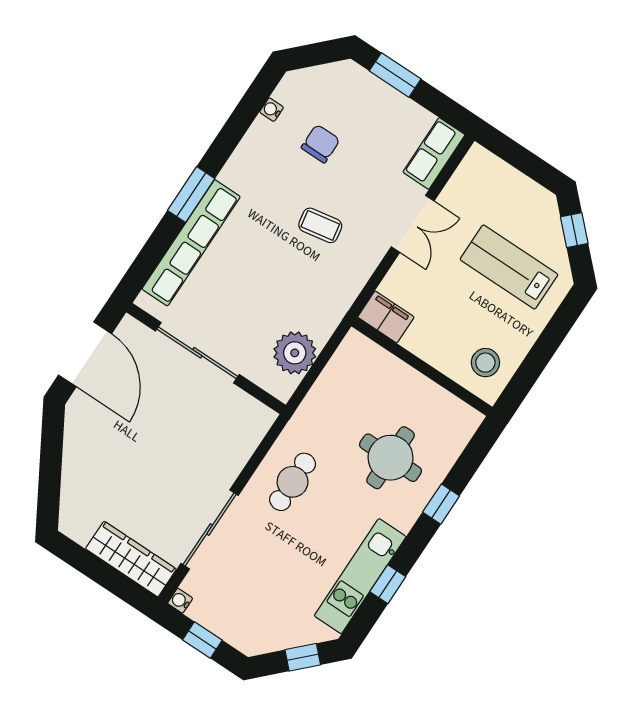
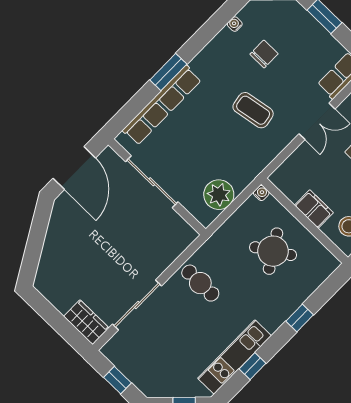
coffee table: (320, 225) -> (253, 110), width x1.36, depth x1.30
filing cabinet: (386, 317) -> (314, 209), moved
round table: (391, 458) -> (273, 251), moved, turned -32
cafe table: (293, 482) -> (200, 283), turned 90
wardrobe: (131, 559) -> (86, 322), width x0.67
water cooler: (180, 601) -> (261, 193), moved, turned 90

